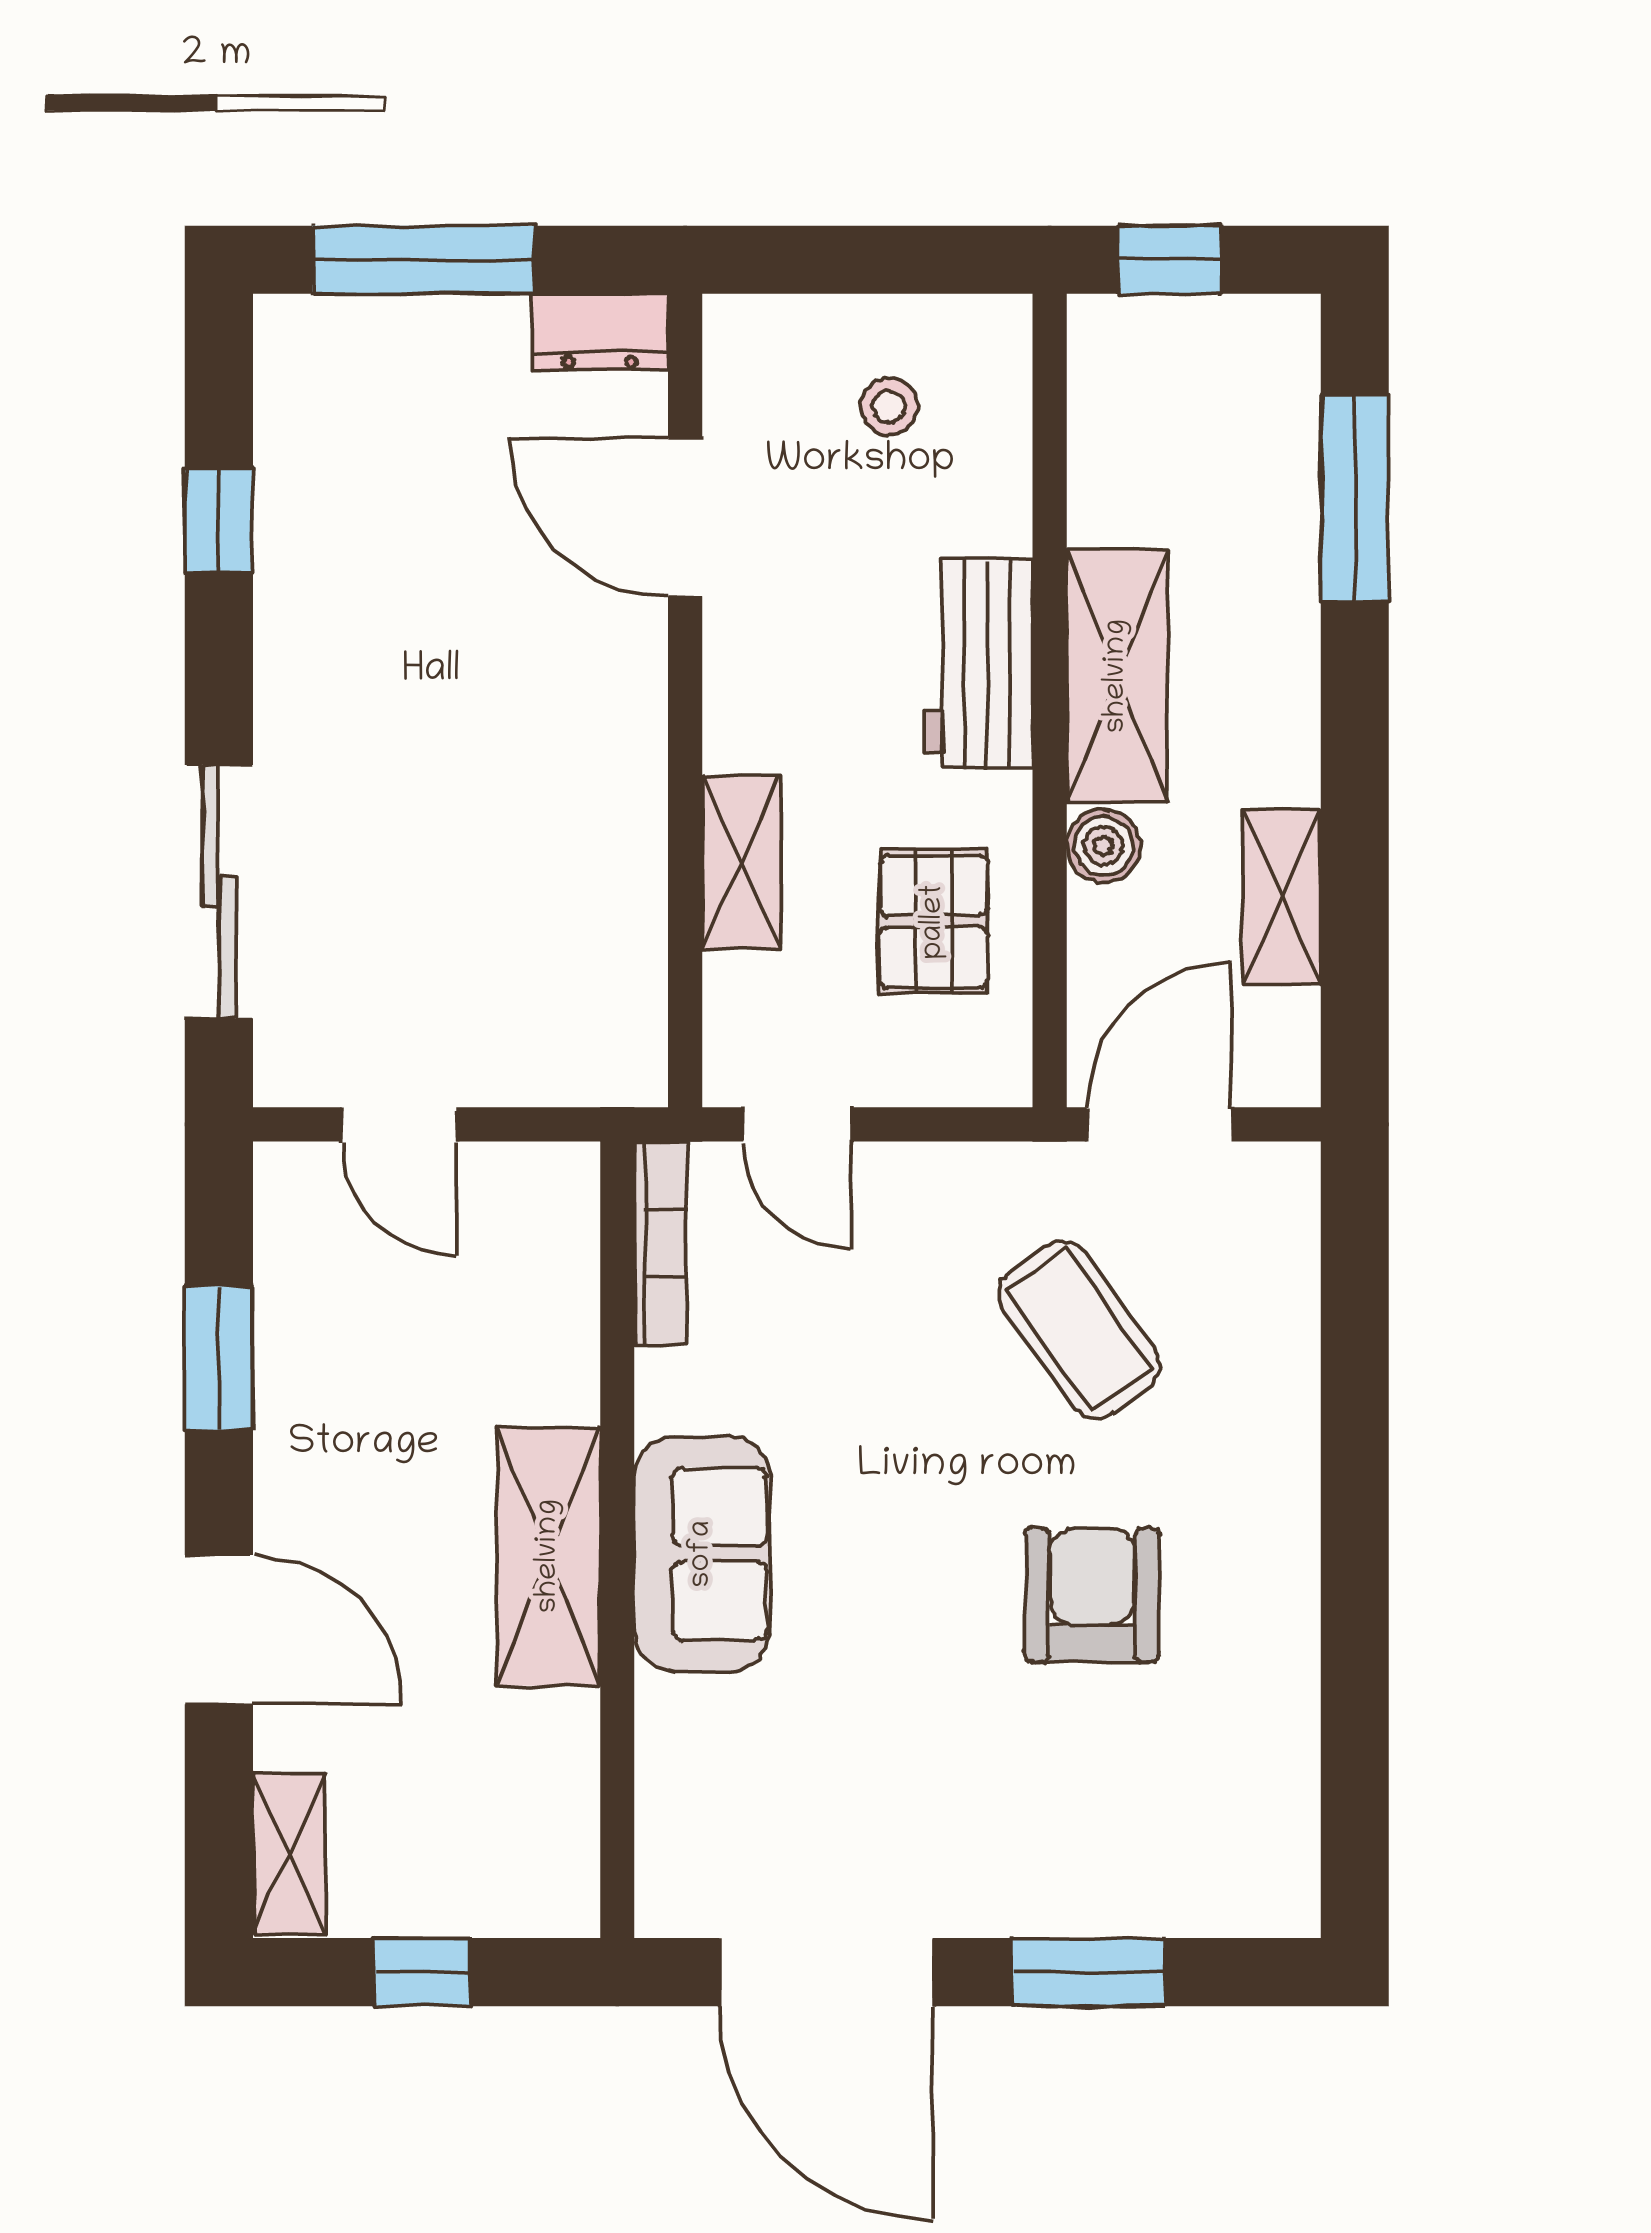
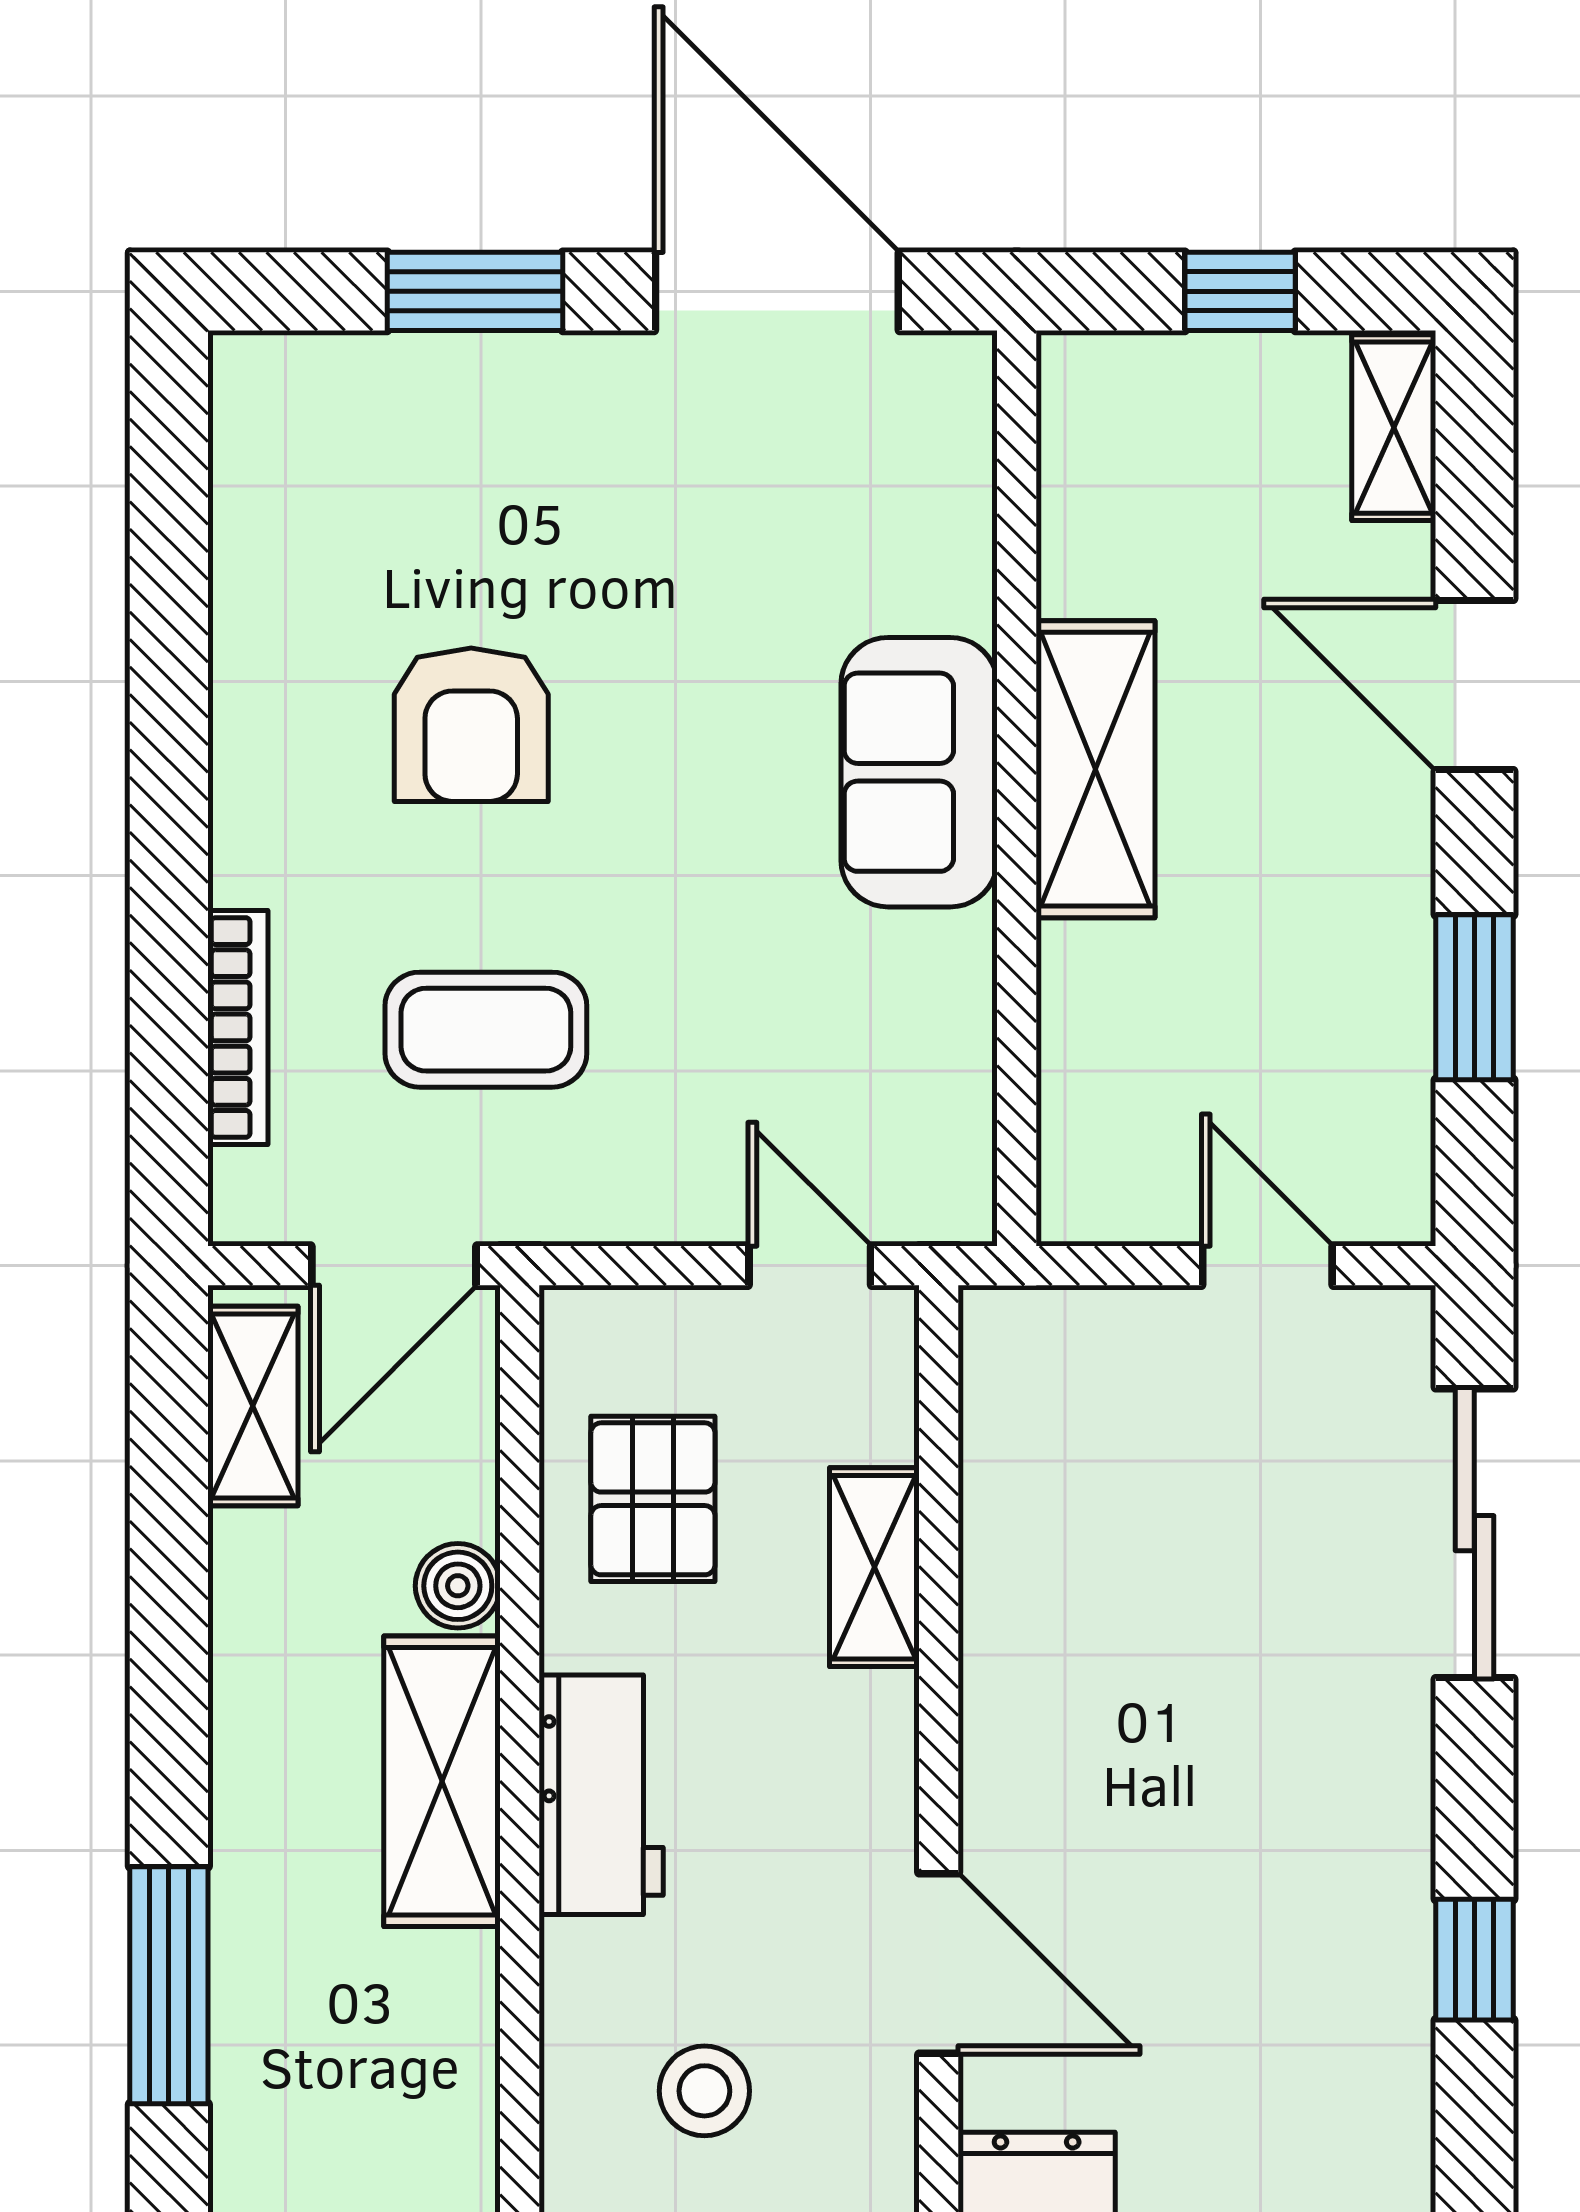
stool: (889, 406) -> (704, 2091), width x1.37, depth x1.37
shelving: (1282, 897) -> (253, 1406), moved
bookcase: (660, 1243) -> (238, 1027), moved, turned 180
coffee table: (1079, 1330) -> (486, 1030), turned -54

